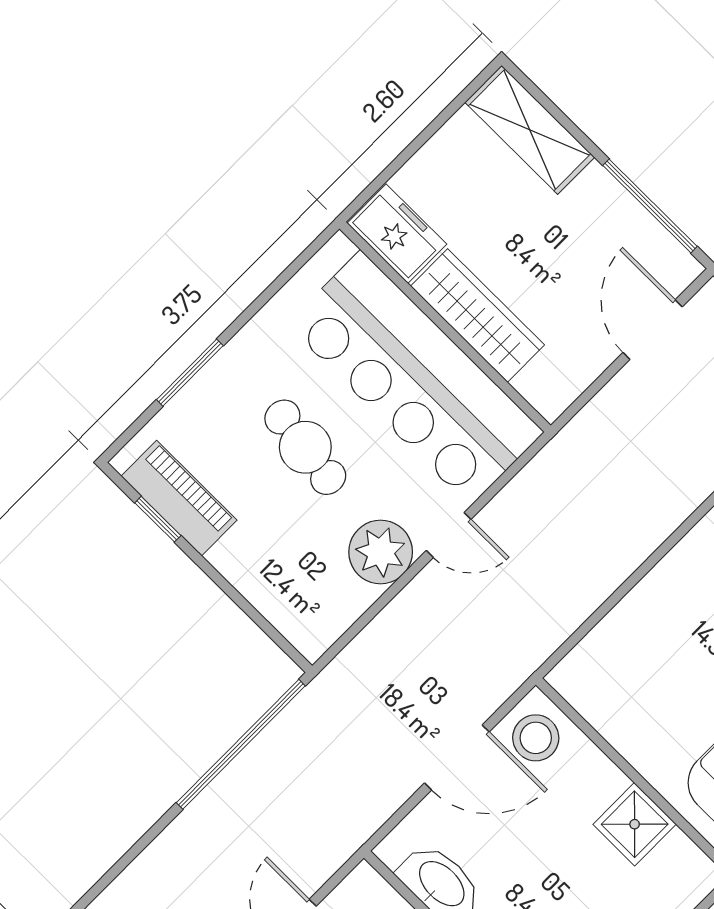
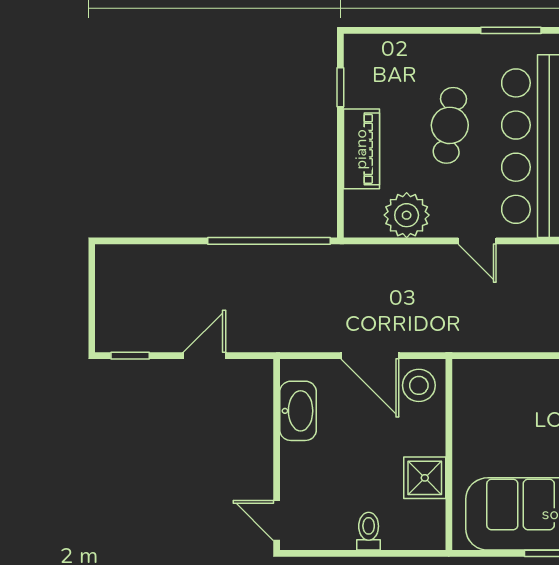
window: (190, 373) -> (511, 30), moved
piano: (179, 498) -> (361, 149), moved
plant: (381, 552) -> (407, 215), moved

